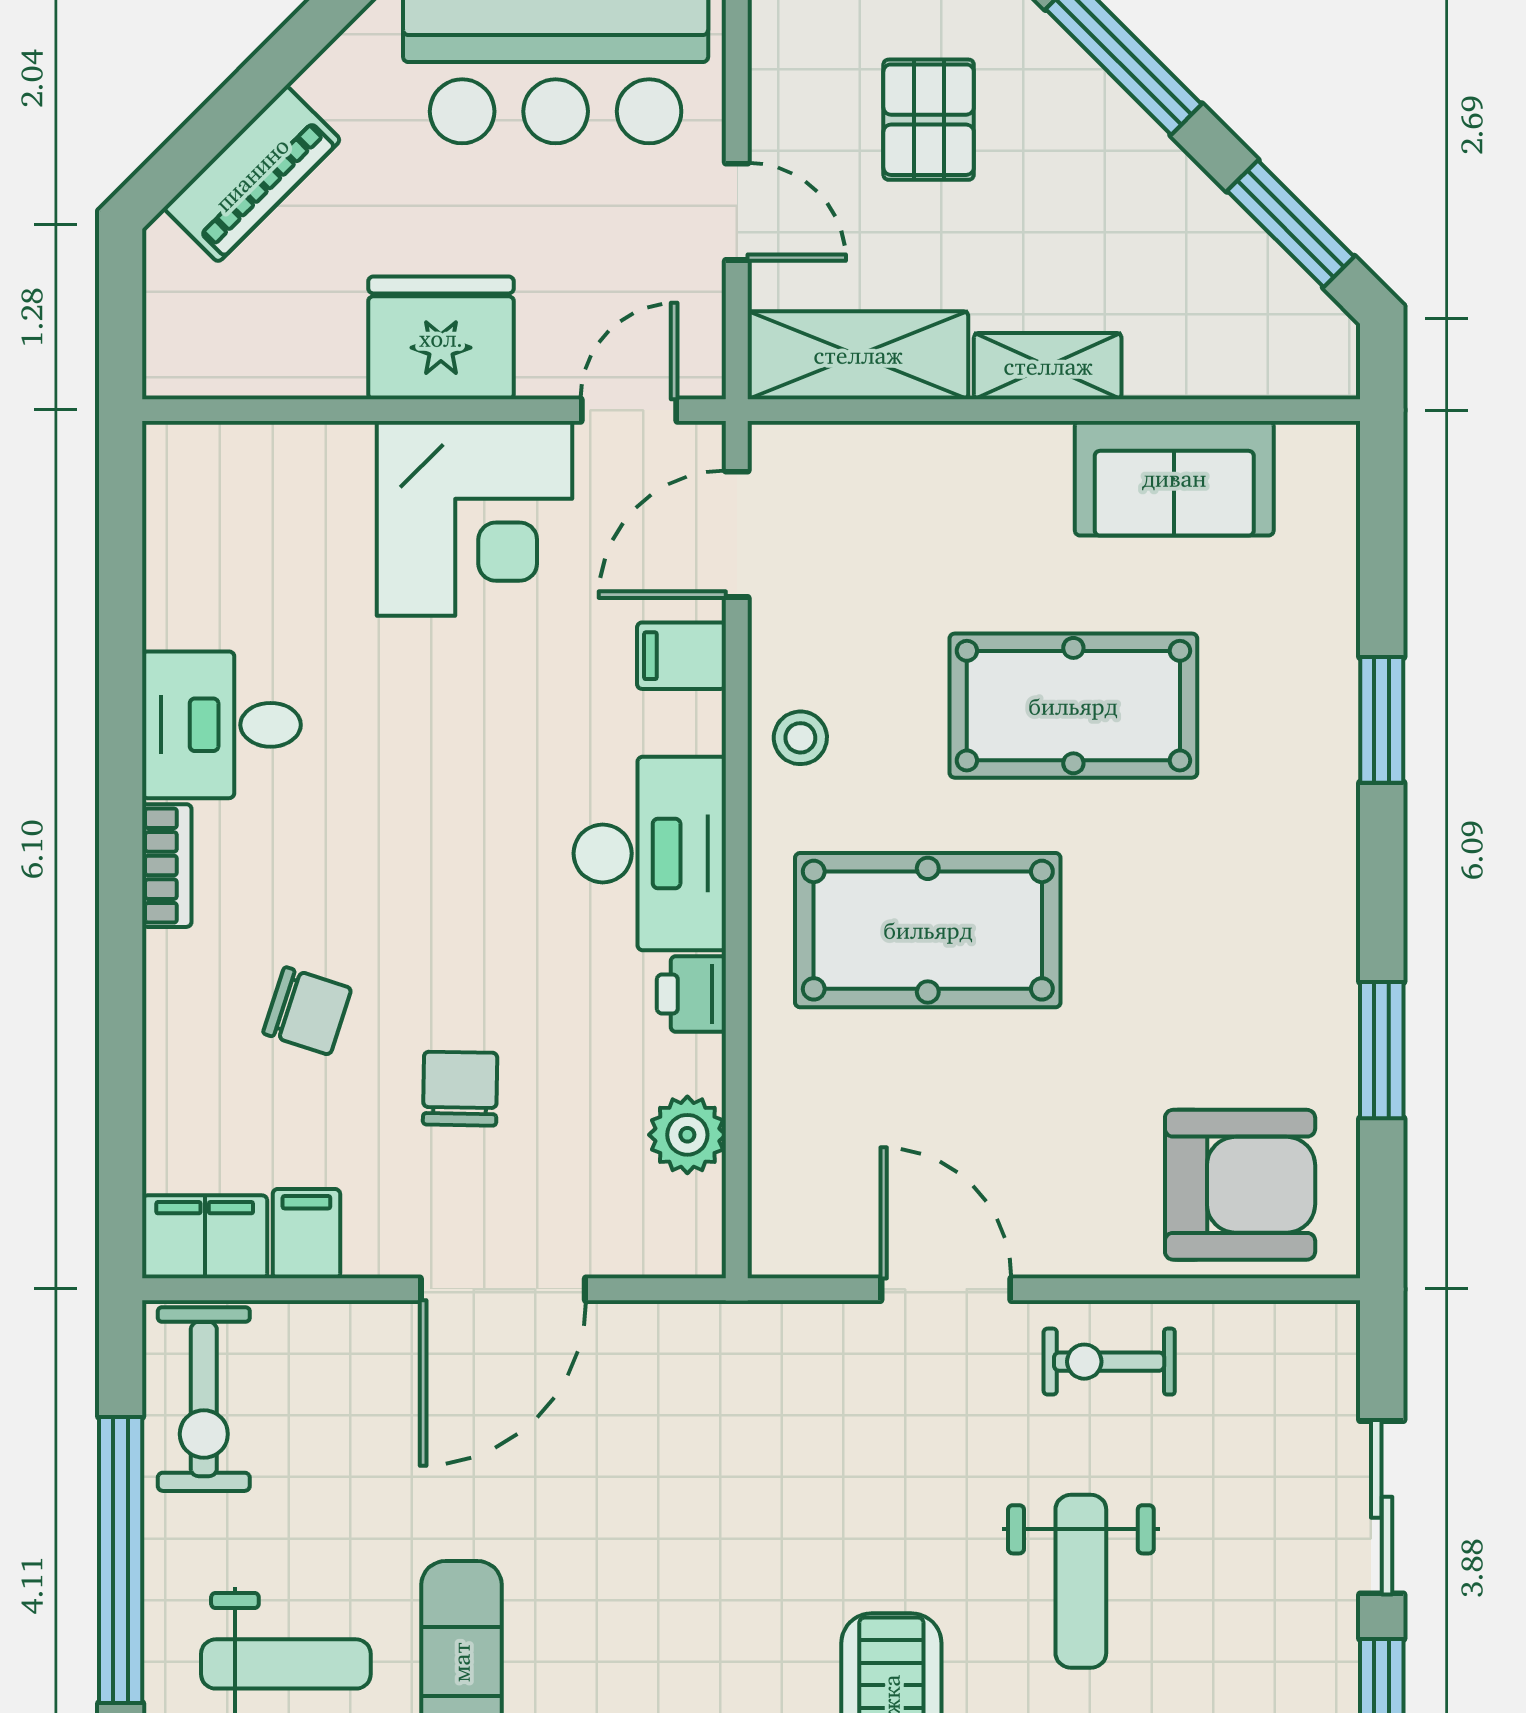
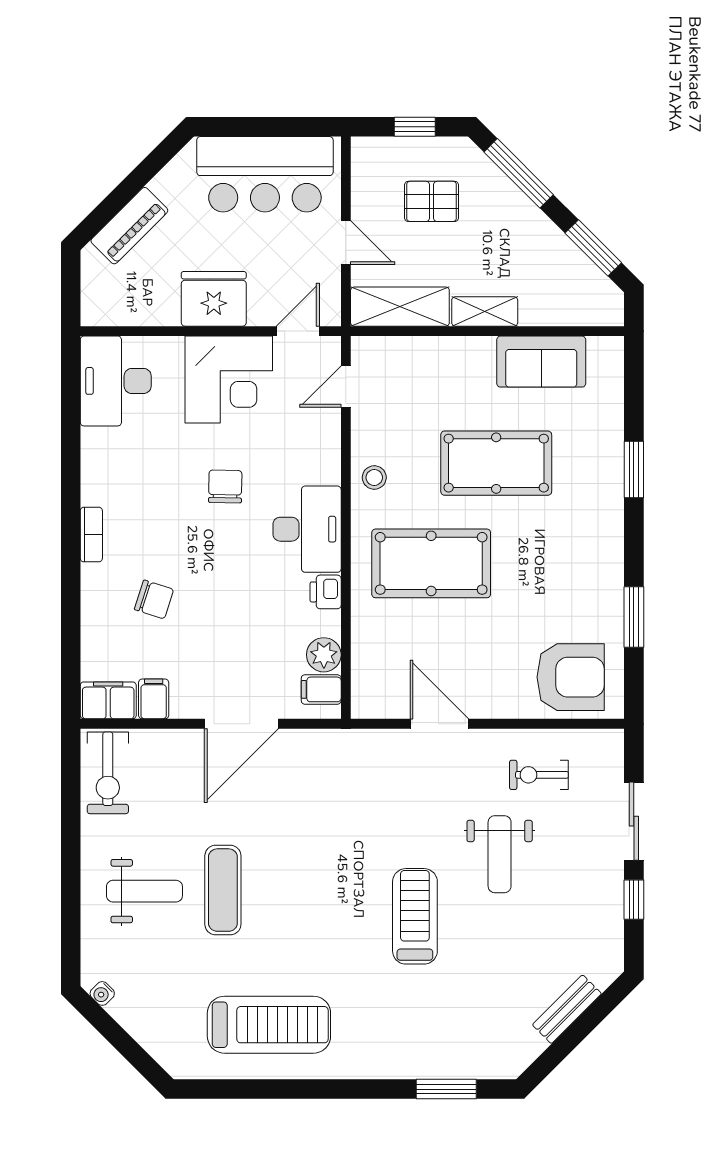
pallet: (929, 120) -> (432, 201), turned 90
door: (737, 534) -> (346, 387), width x0.73
filing cabinet: (682, 656) -> (321, 689), moved
desk: (221, 725) -> (116, 381), moved, width x1.37
chair: (460, 1089) -> (225, 486), moved
exercise bike: (1109, 1362) -> (539, 775), moved
window: (121, 1560) -> (71, 845), removed

